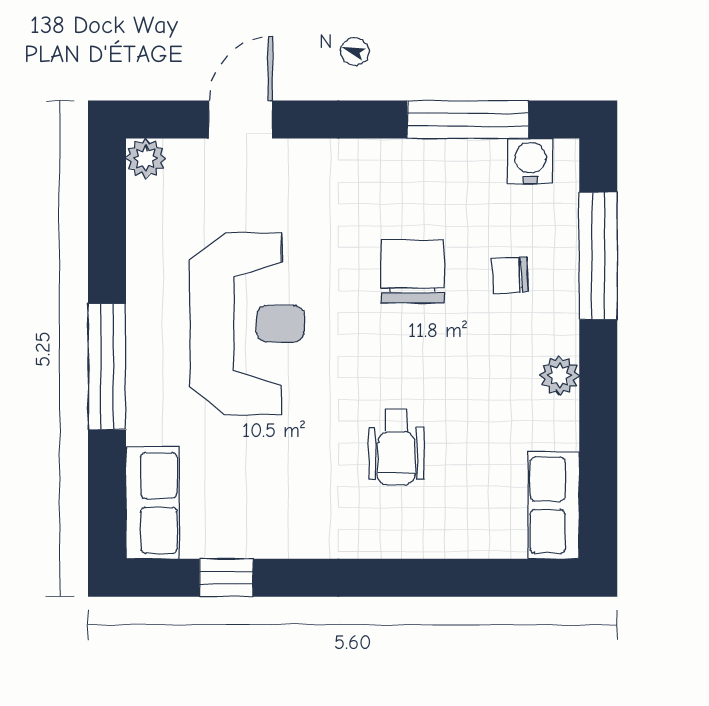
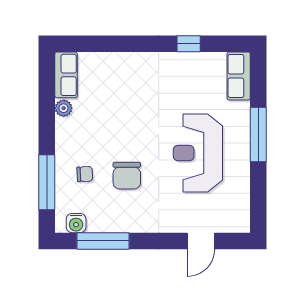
plant: (146, 158) -> (242, 224), removed
plant: (559, 375) -> (64, 108), moved
wheelchair: (396, 447) -> (134, 100), removed
window: (226, 578) -> (189, 44), moved

